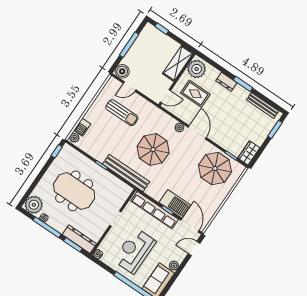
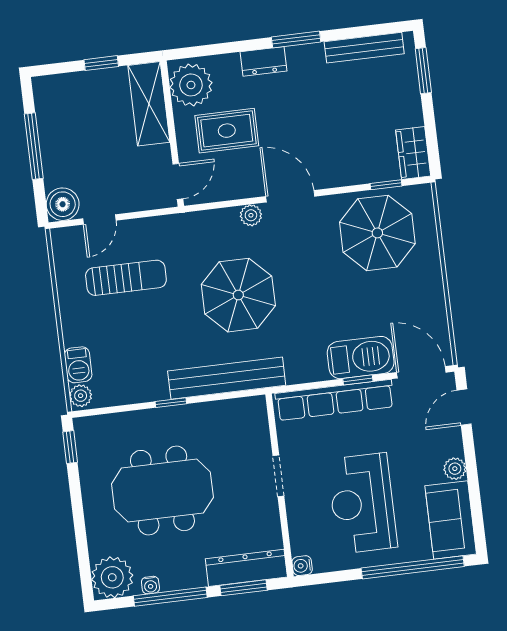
window: (162, 29) -> (101, 63), moved

